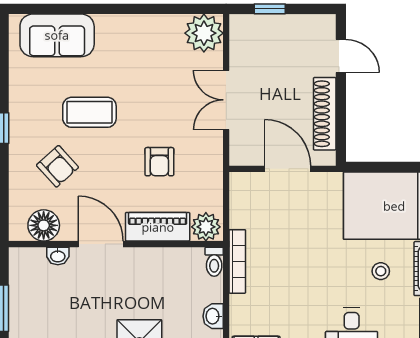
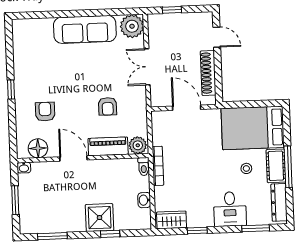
sofa: (57, 35) -> (85, 29), moved, width x1.36
coffee table: (89, 112) -> (63, 78), removed
armchair: (57, 166) -> (45, 112), turned -138
washbasin: (58, 256) -> (24, 168), moved

